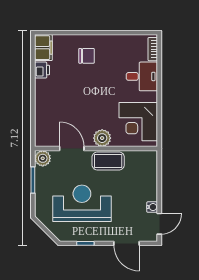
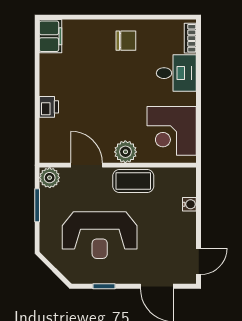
chair: (87, 56) -> (126, 41), moved
printer: (42, 70) -> (49, 107), moved
reception desk: (82, 203) -> (100, 235), turned 180
water cooler: (152, 207) -> (189, 204), moved

